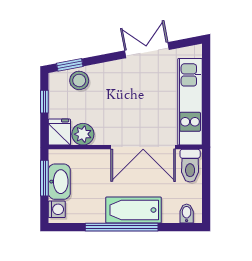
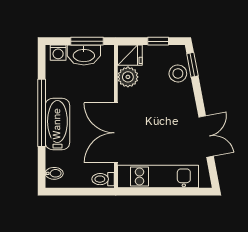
toilet: (190, 166) -> (103, 179), width x0.73, depth x0.72

